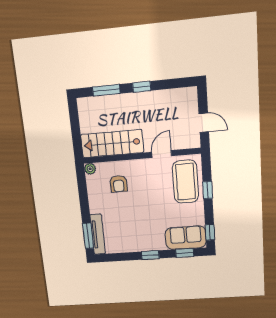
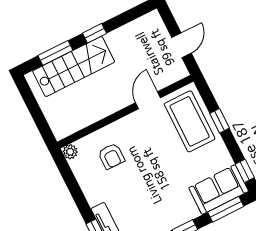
door: (204, 123) -> (182, 45), hinge flipped
stairs: (112, 144) -> (74, 66), moved, turned 180
window: (185, 253) -> (226, 209), width x1.50

